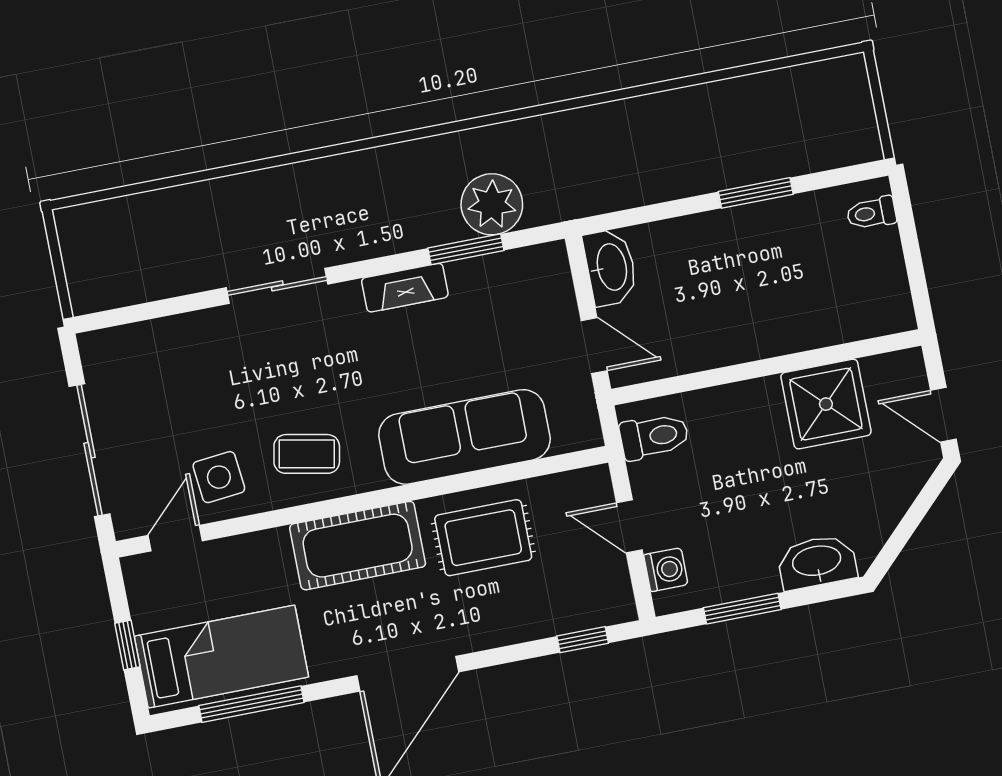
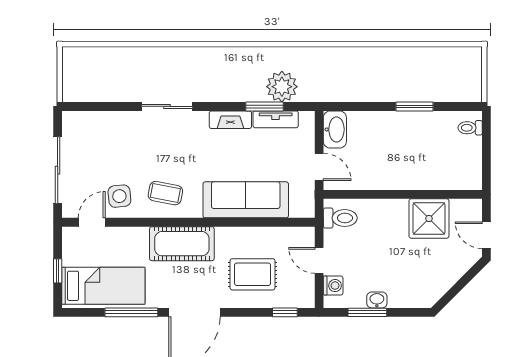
tv unit: (492, 270) -> (276, 119), added
rug: (483, 538) -> (253, 274), moved
washbasin: (817, 562) -> (377, 300), moved, width x0.52, depth x0.69
window: (251, 704) -> (131, 312), moved

